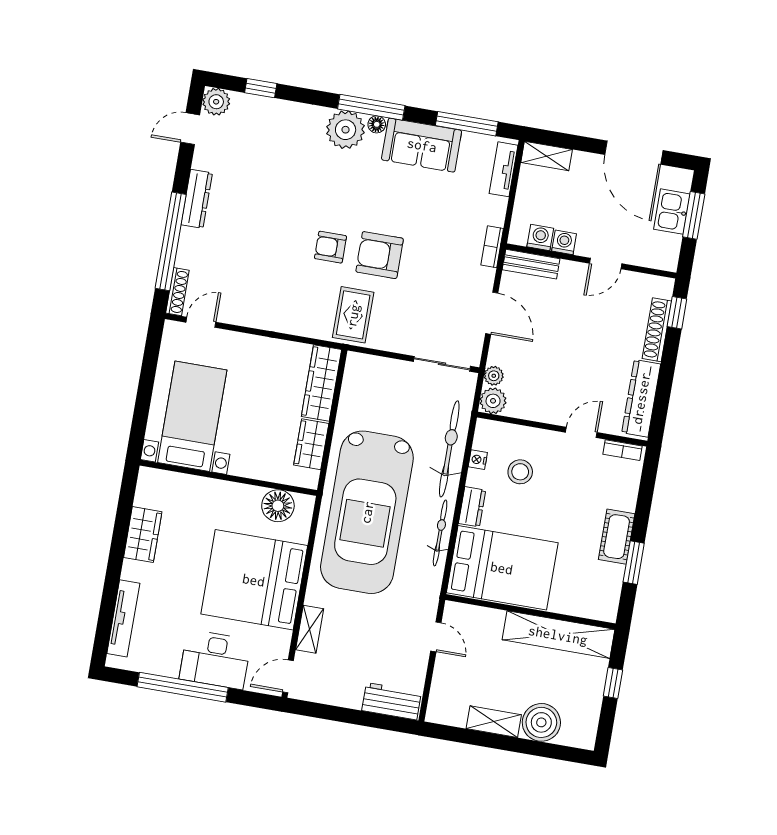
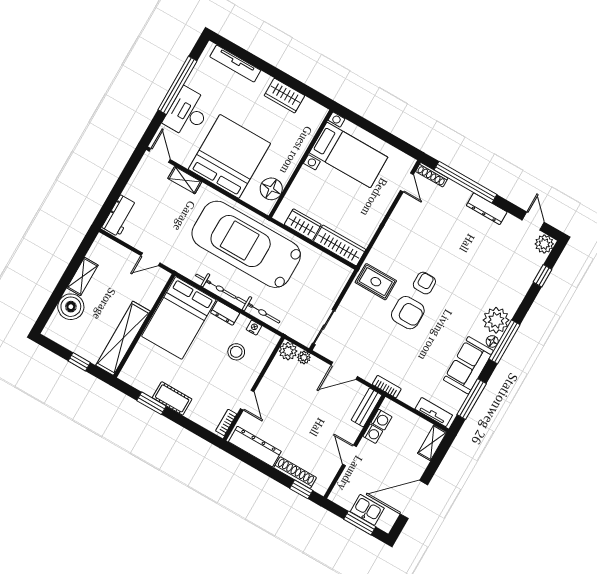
armchair: (380, 255) -> (408, 313), turned 90
bicycle: (449, 449) -> (258, 310), width x0.73, depth x0.71

